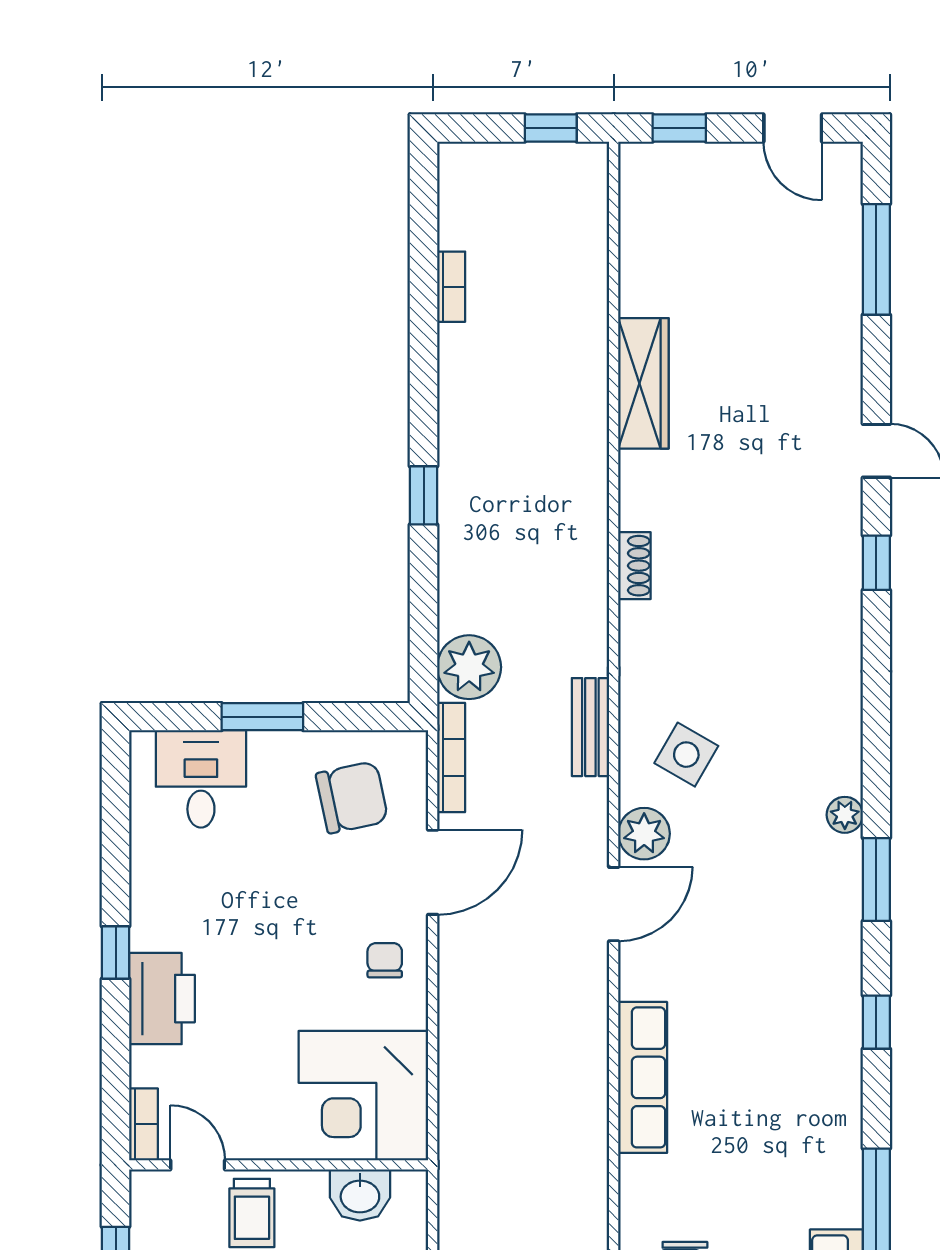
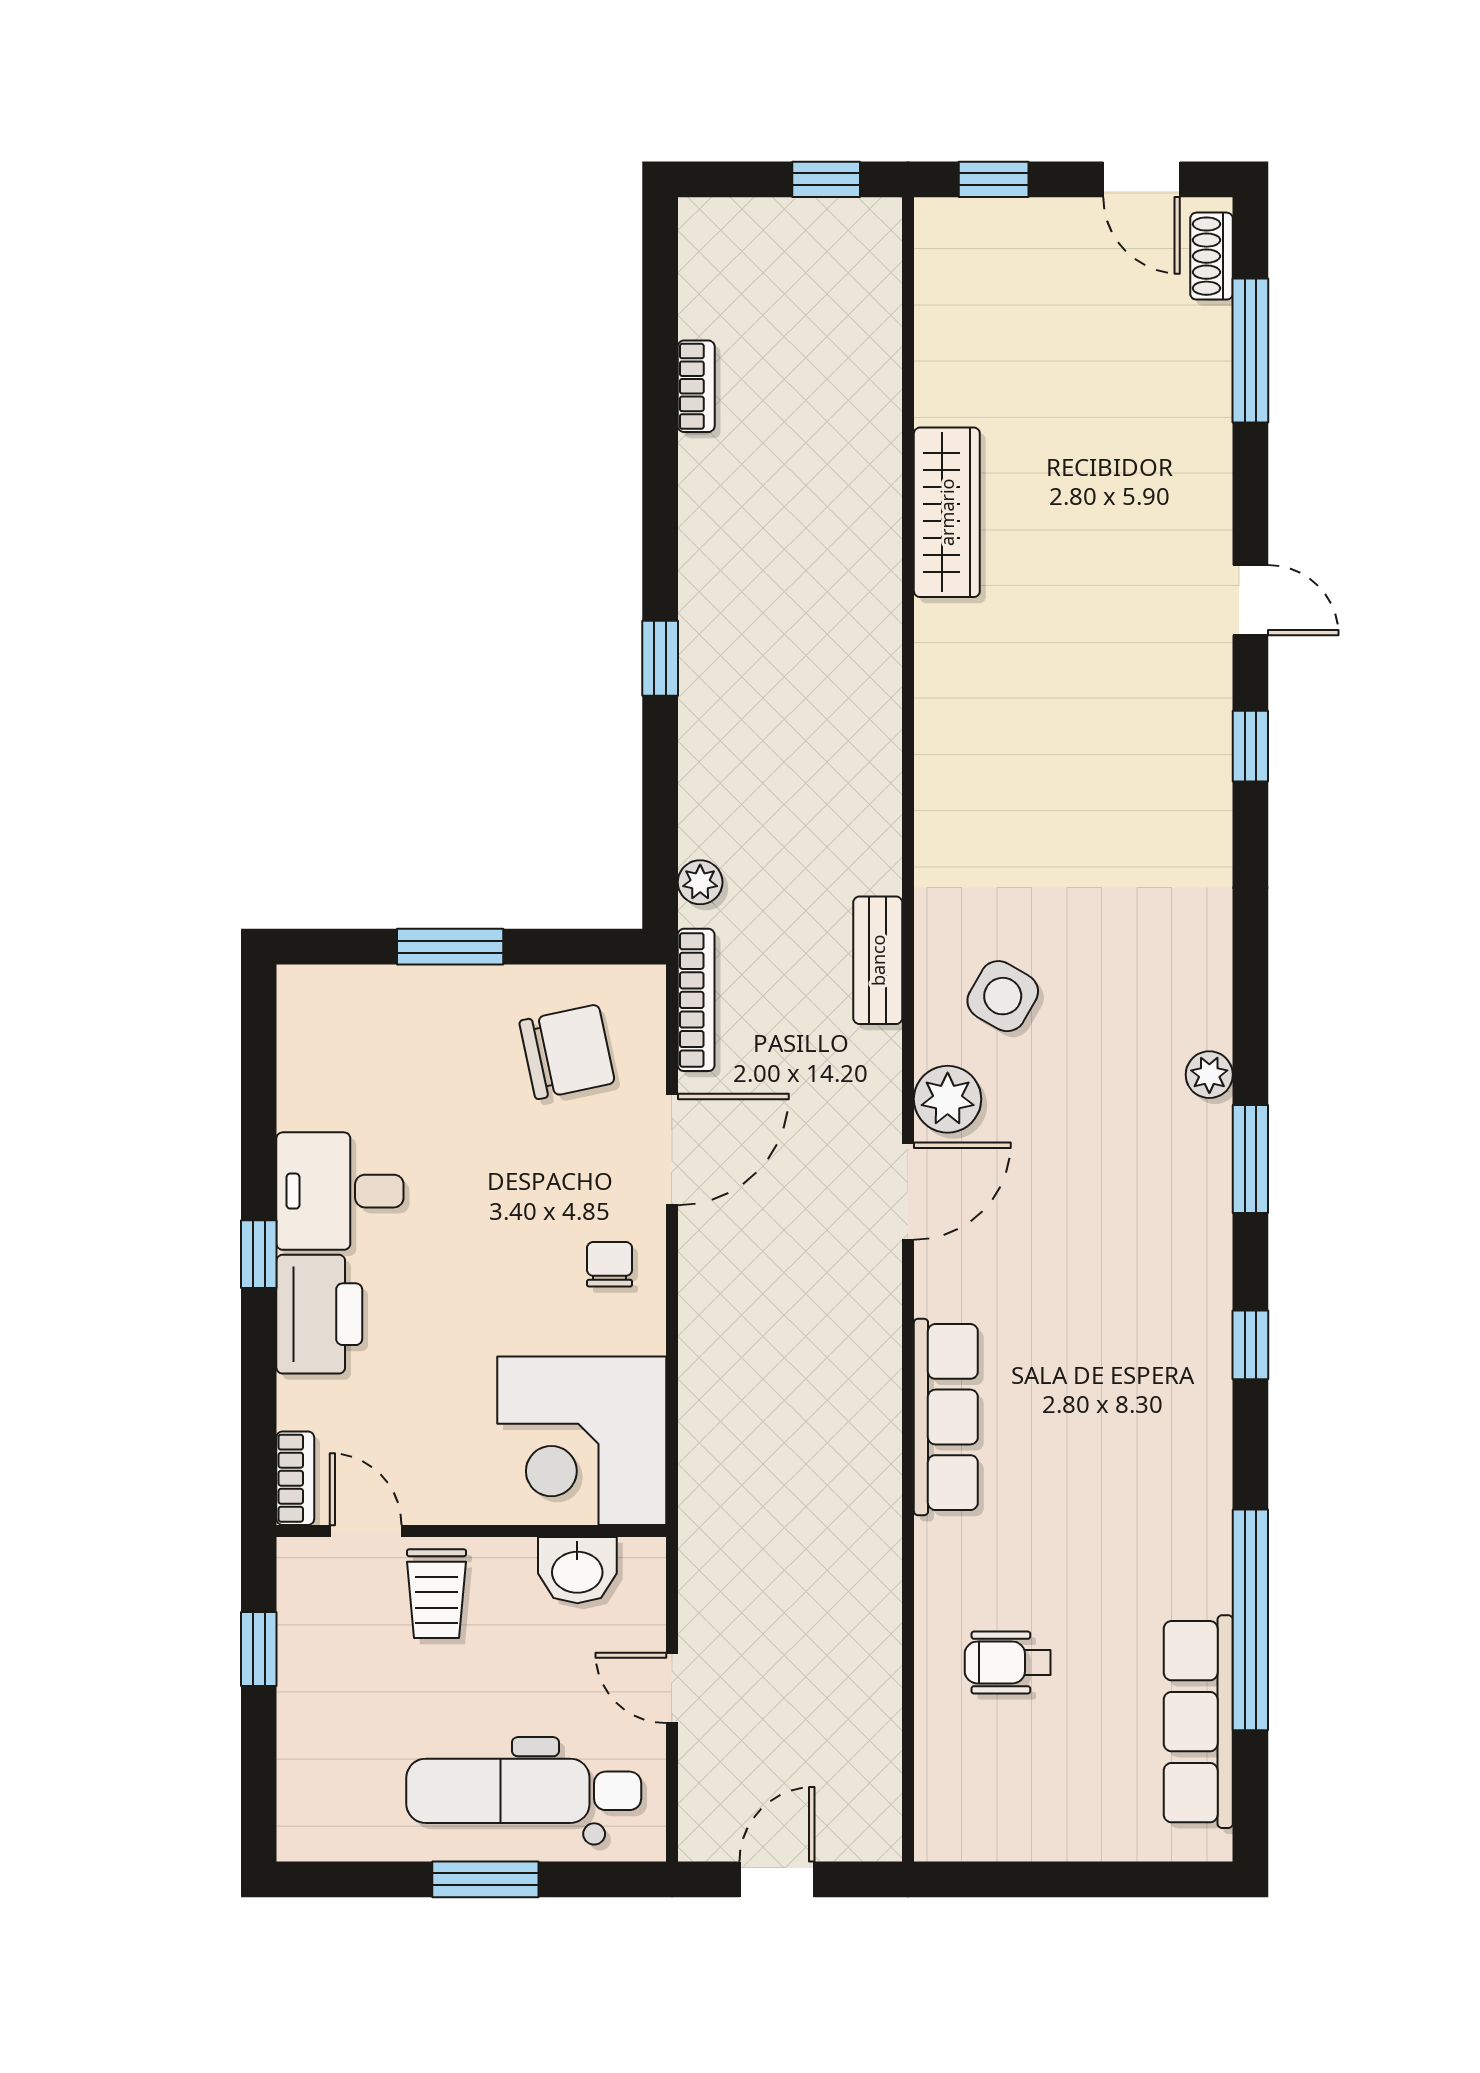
shoe rack: (634, 566) -> (1212, 256), moved, turned 180
plant: (469, 667) -> (700, 882), width x0.53, depth x0.53
desk: (201, 779) -> (340, 1191), moved, turned -90

